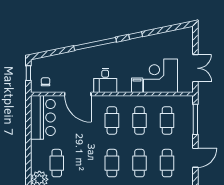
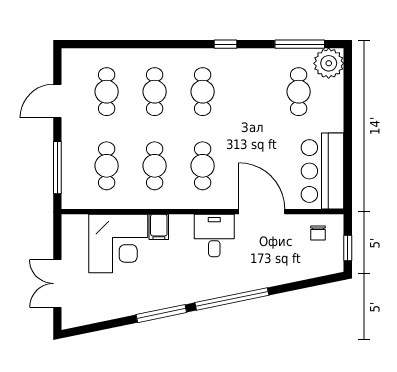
window: (136, 35) -> (161, 314), width x2.17
double door: (195, 68) -> (57, 284), moved

